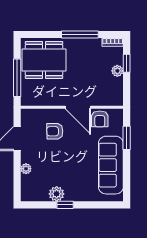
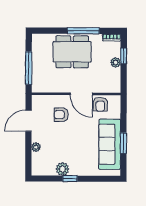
dining table: (44, 60) -> (72, 52), moved
window: (127, 138) -> (123, 143), moved

